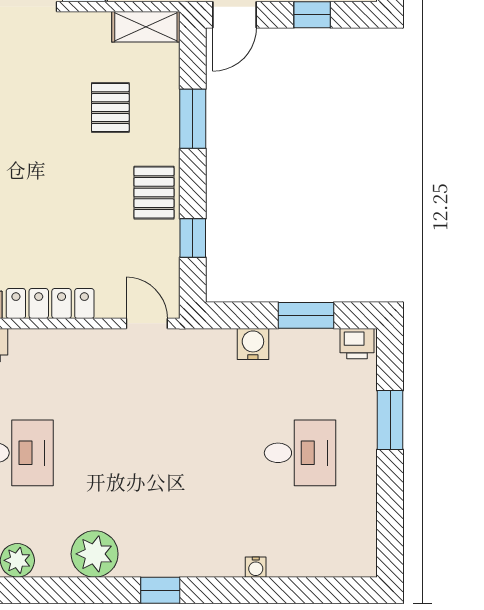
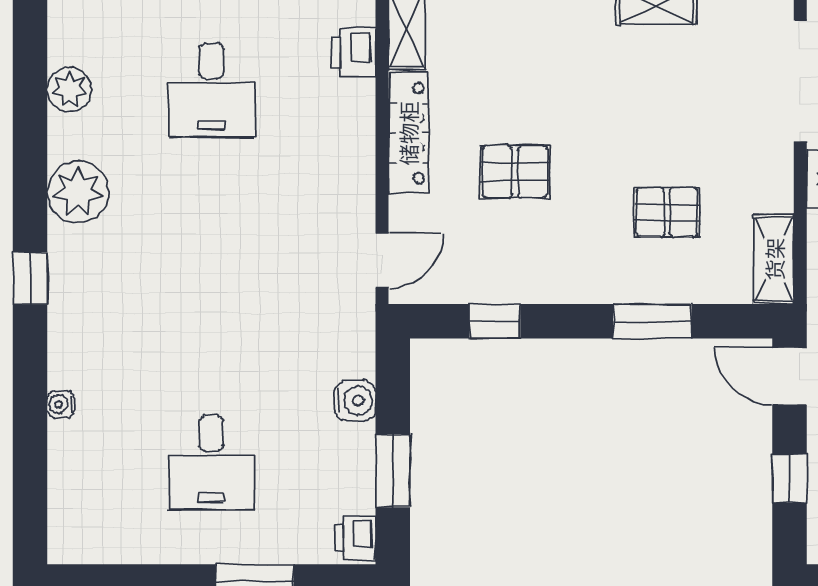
pallet: (154, 193) -> (515, 172), moved

